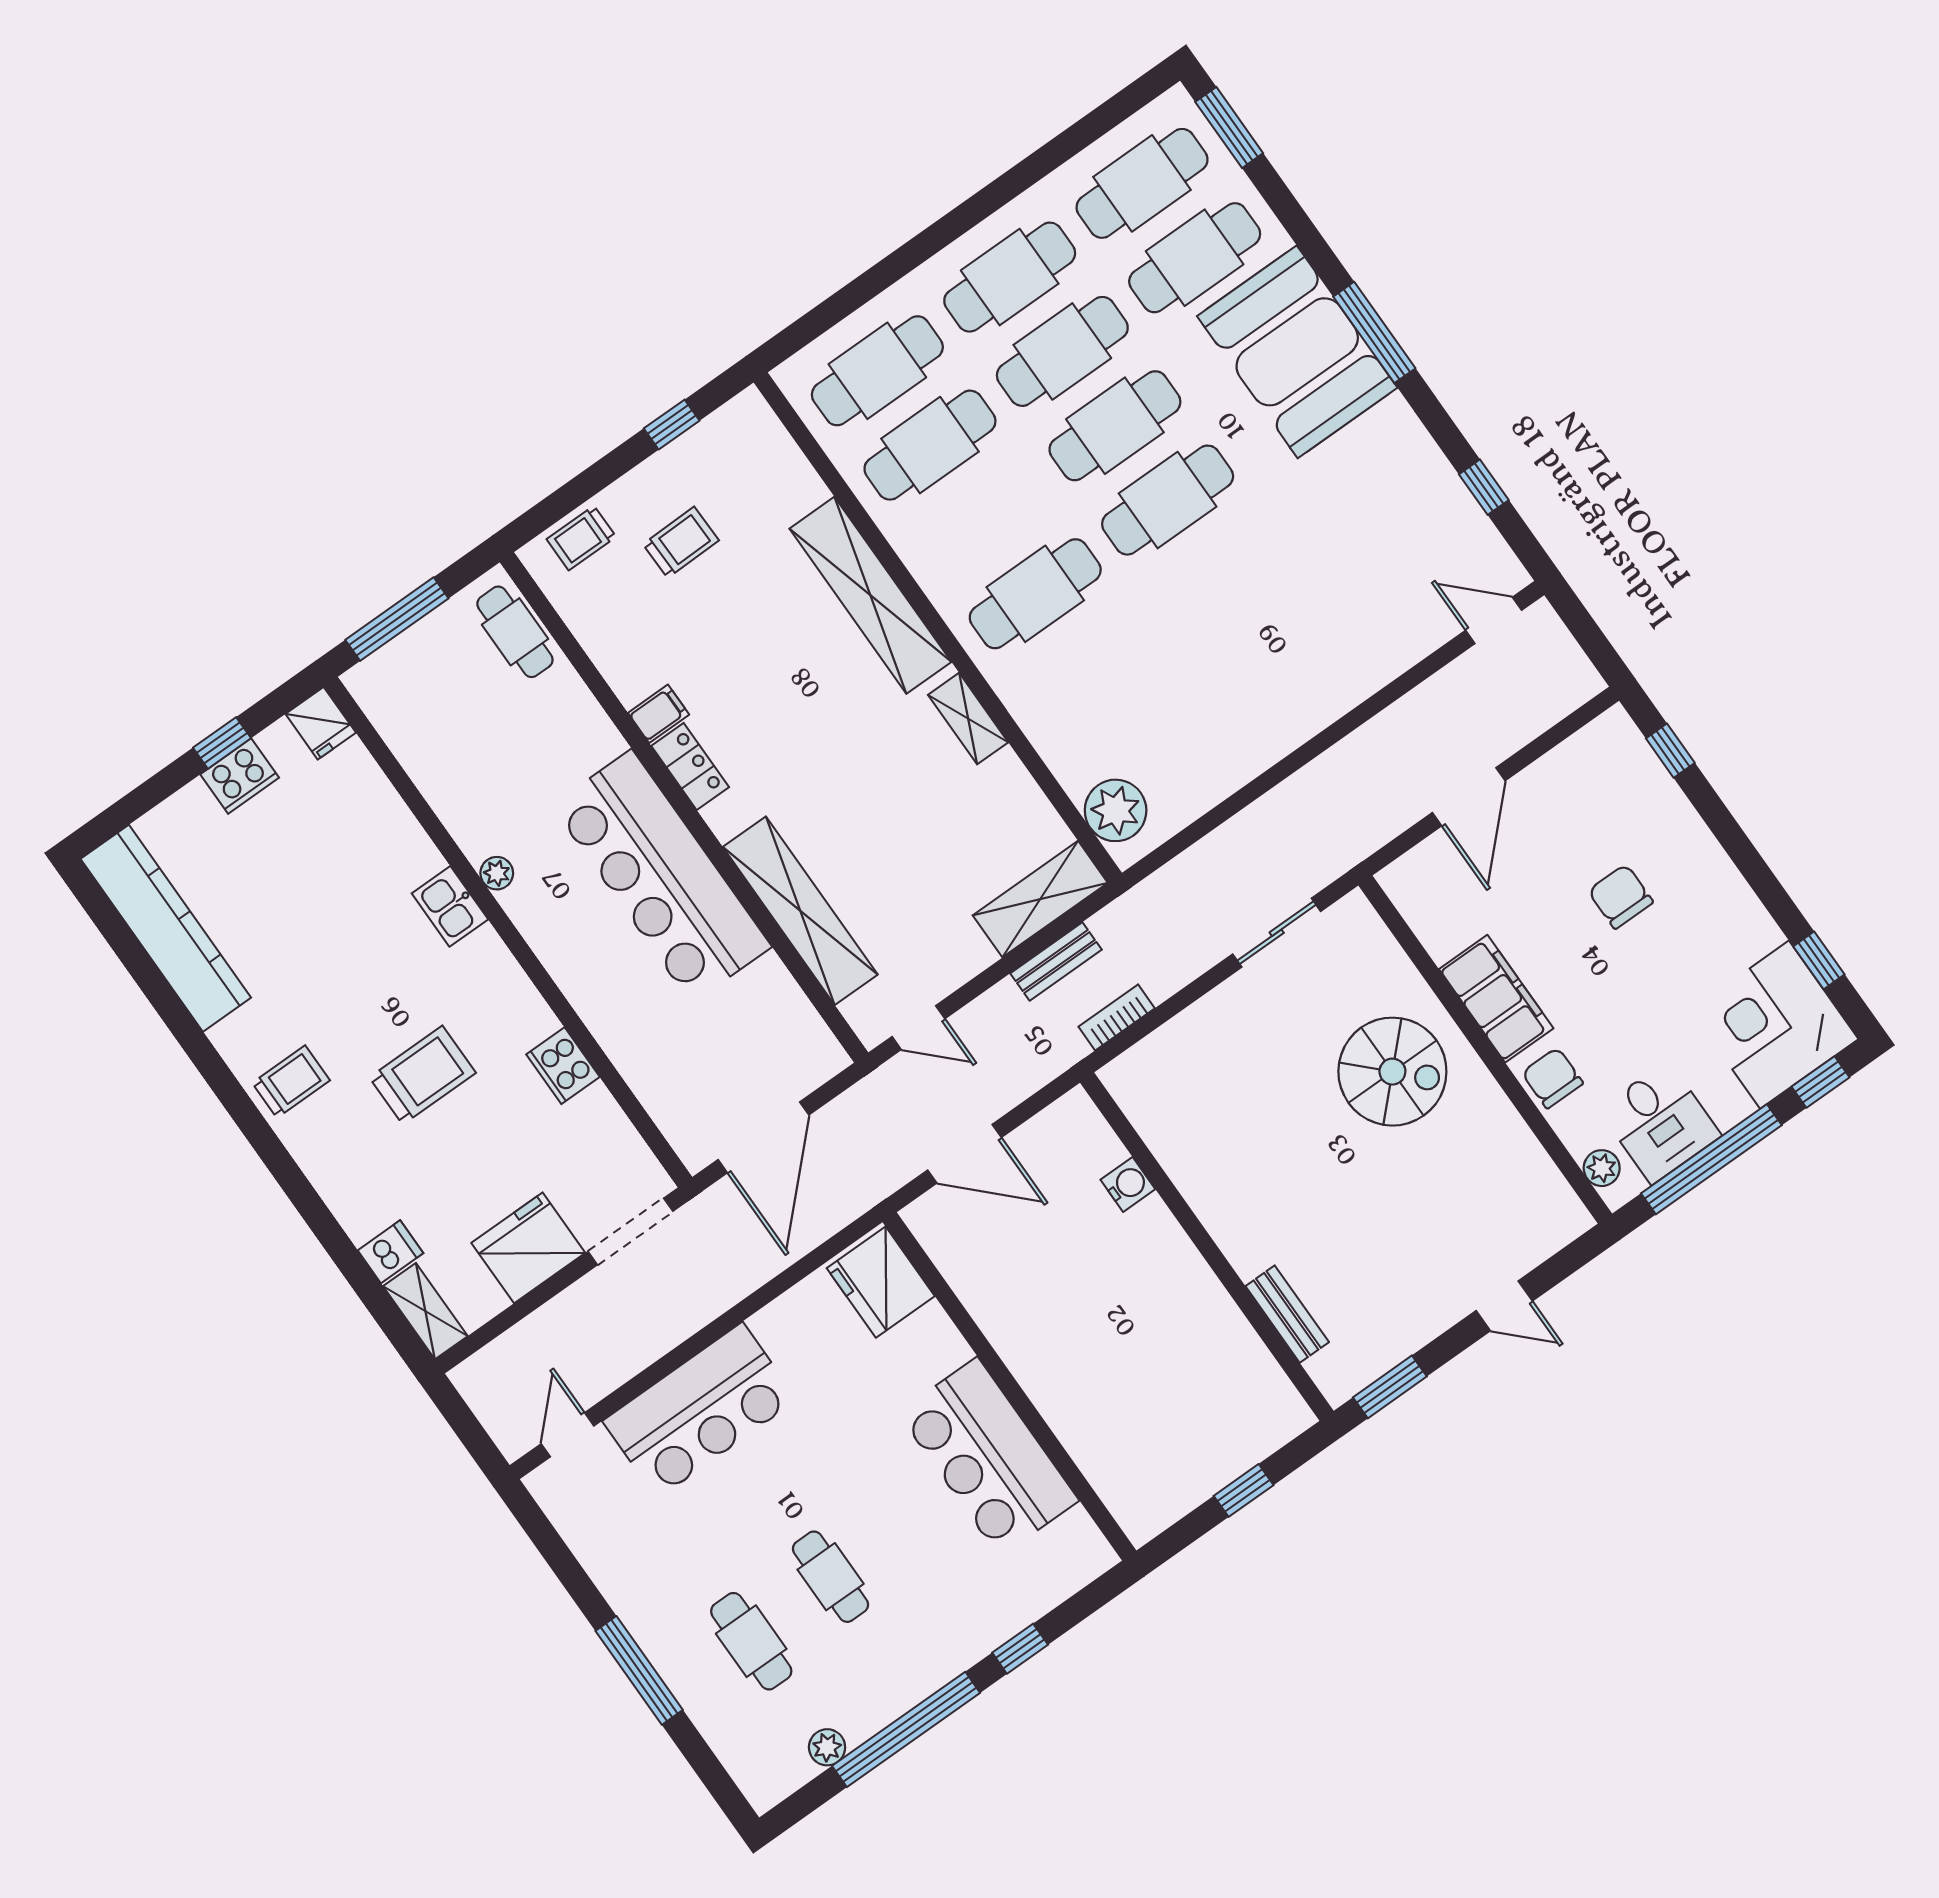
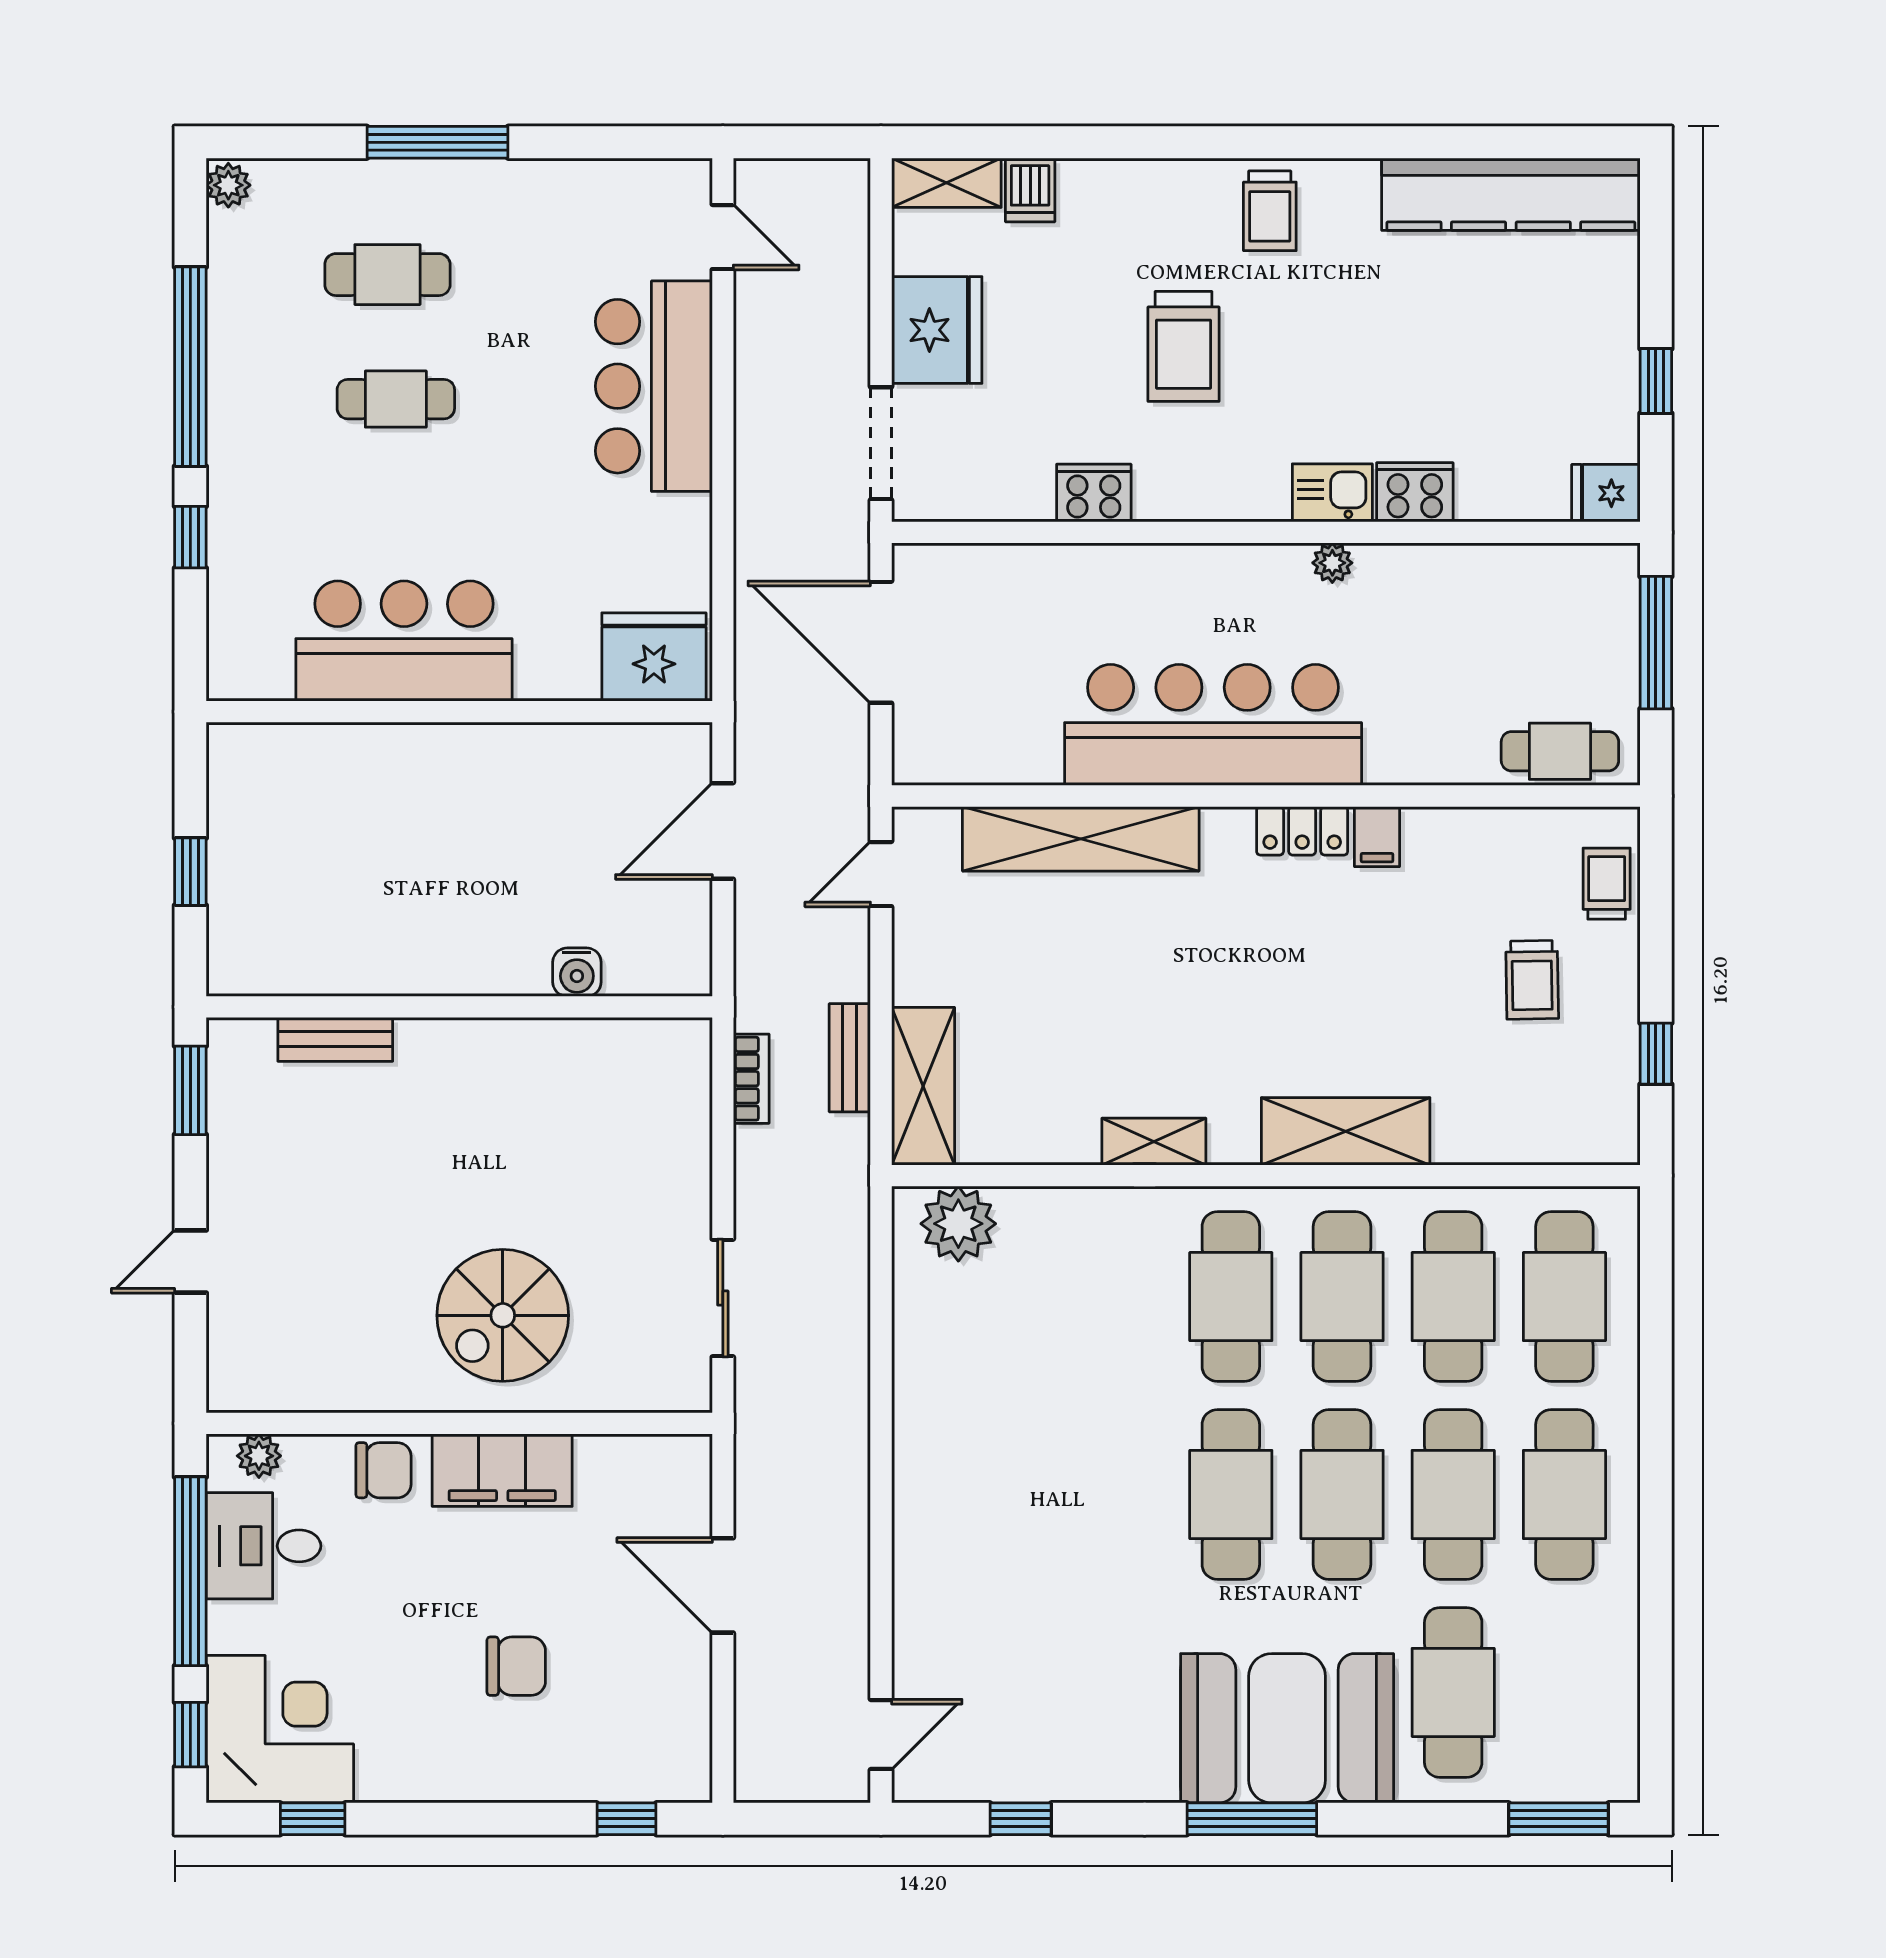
cafe table: (1142, 183) -> (1342, 1297), moved
shelving: (870, 595) -> (1346, 1131), width x0.68
cooker: (240, 776) -> (1415, 492), moved, turned 90
plant: (827, 1747) -> (228, 185), moved

